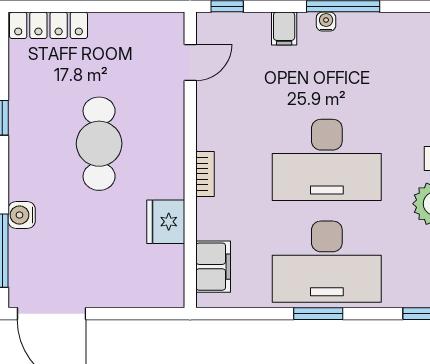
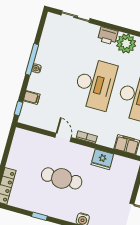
filing cabinet: (284, 29) -> (32, 97), moved
door: (190, 63) -> (63, 137), moved

